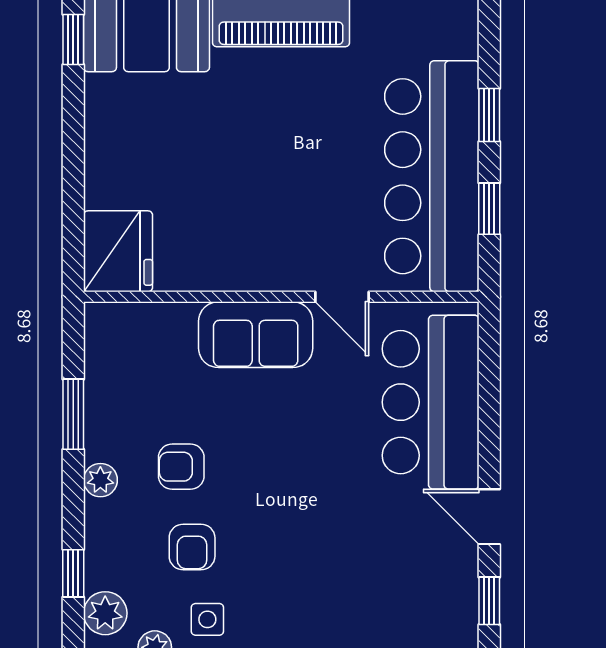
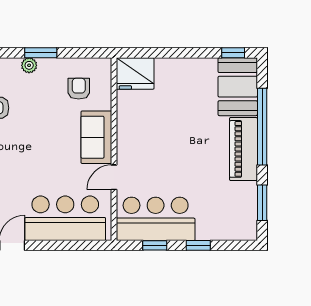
bar counter: (432, 176) -> (156, 219), width x0.73
window: (73, 414) -> (41, 53), moved
armchair: (181, 467) -> (79, 89), moved

